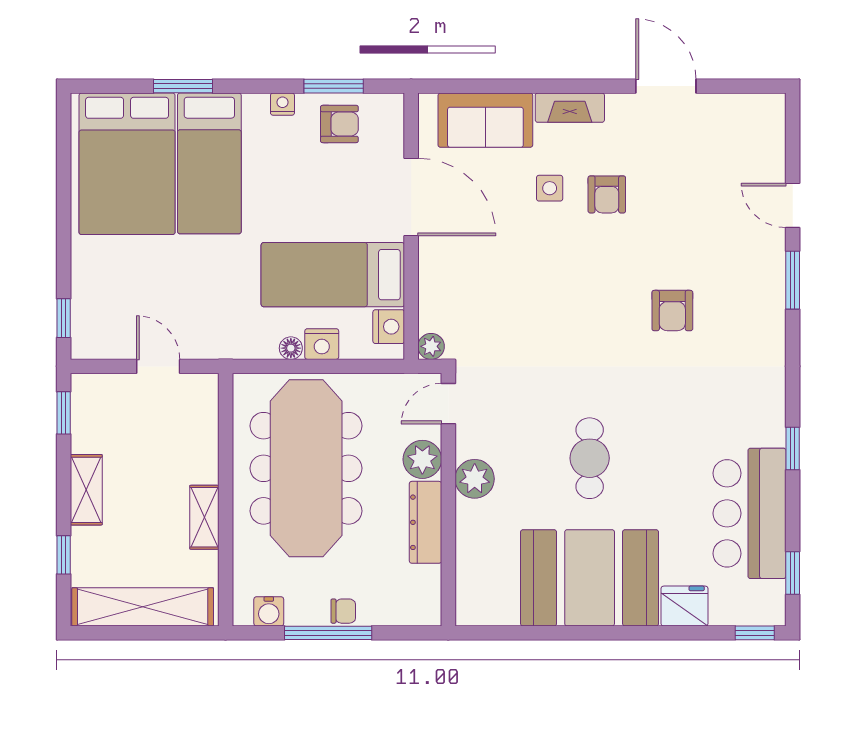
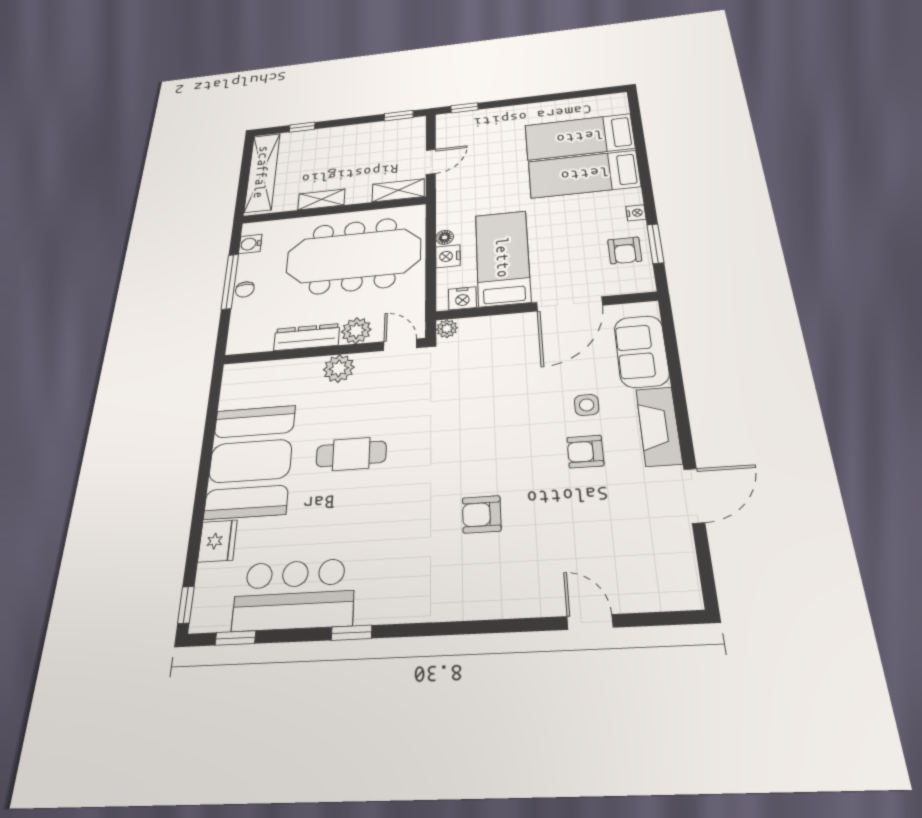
window: (183, 86) -> (641, 152), removed
fireplace: (570, 108) -> (659, 426), width x1.37, depth x1.32
bed: (127, 164) -> (579, 137), width x0.67
door: (793, 205) -> (590, 622), hinge flipped
window: (793, 280) -> (515, 625), removed
shelving: (86, 490) -> (398, 190), moved

